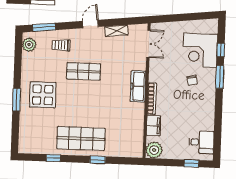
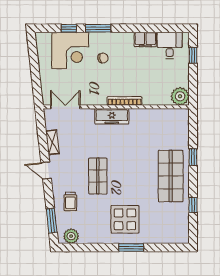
filing cabinet: (154, 126) -> (145, 39), moved, turned 180

